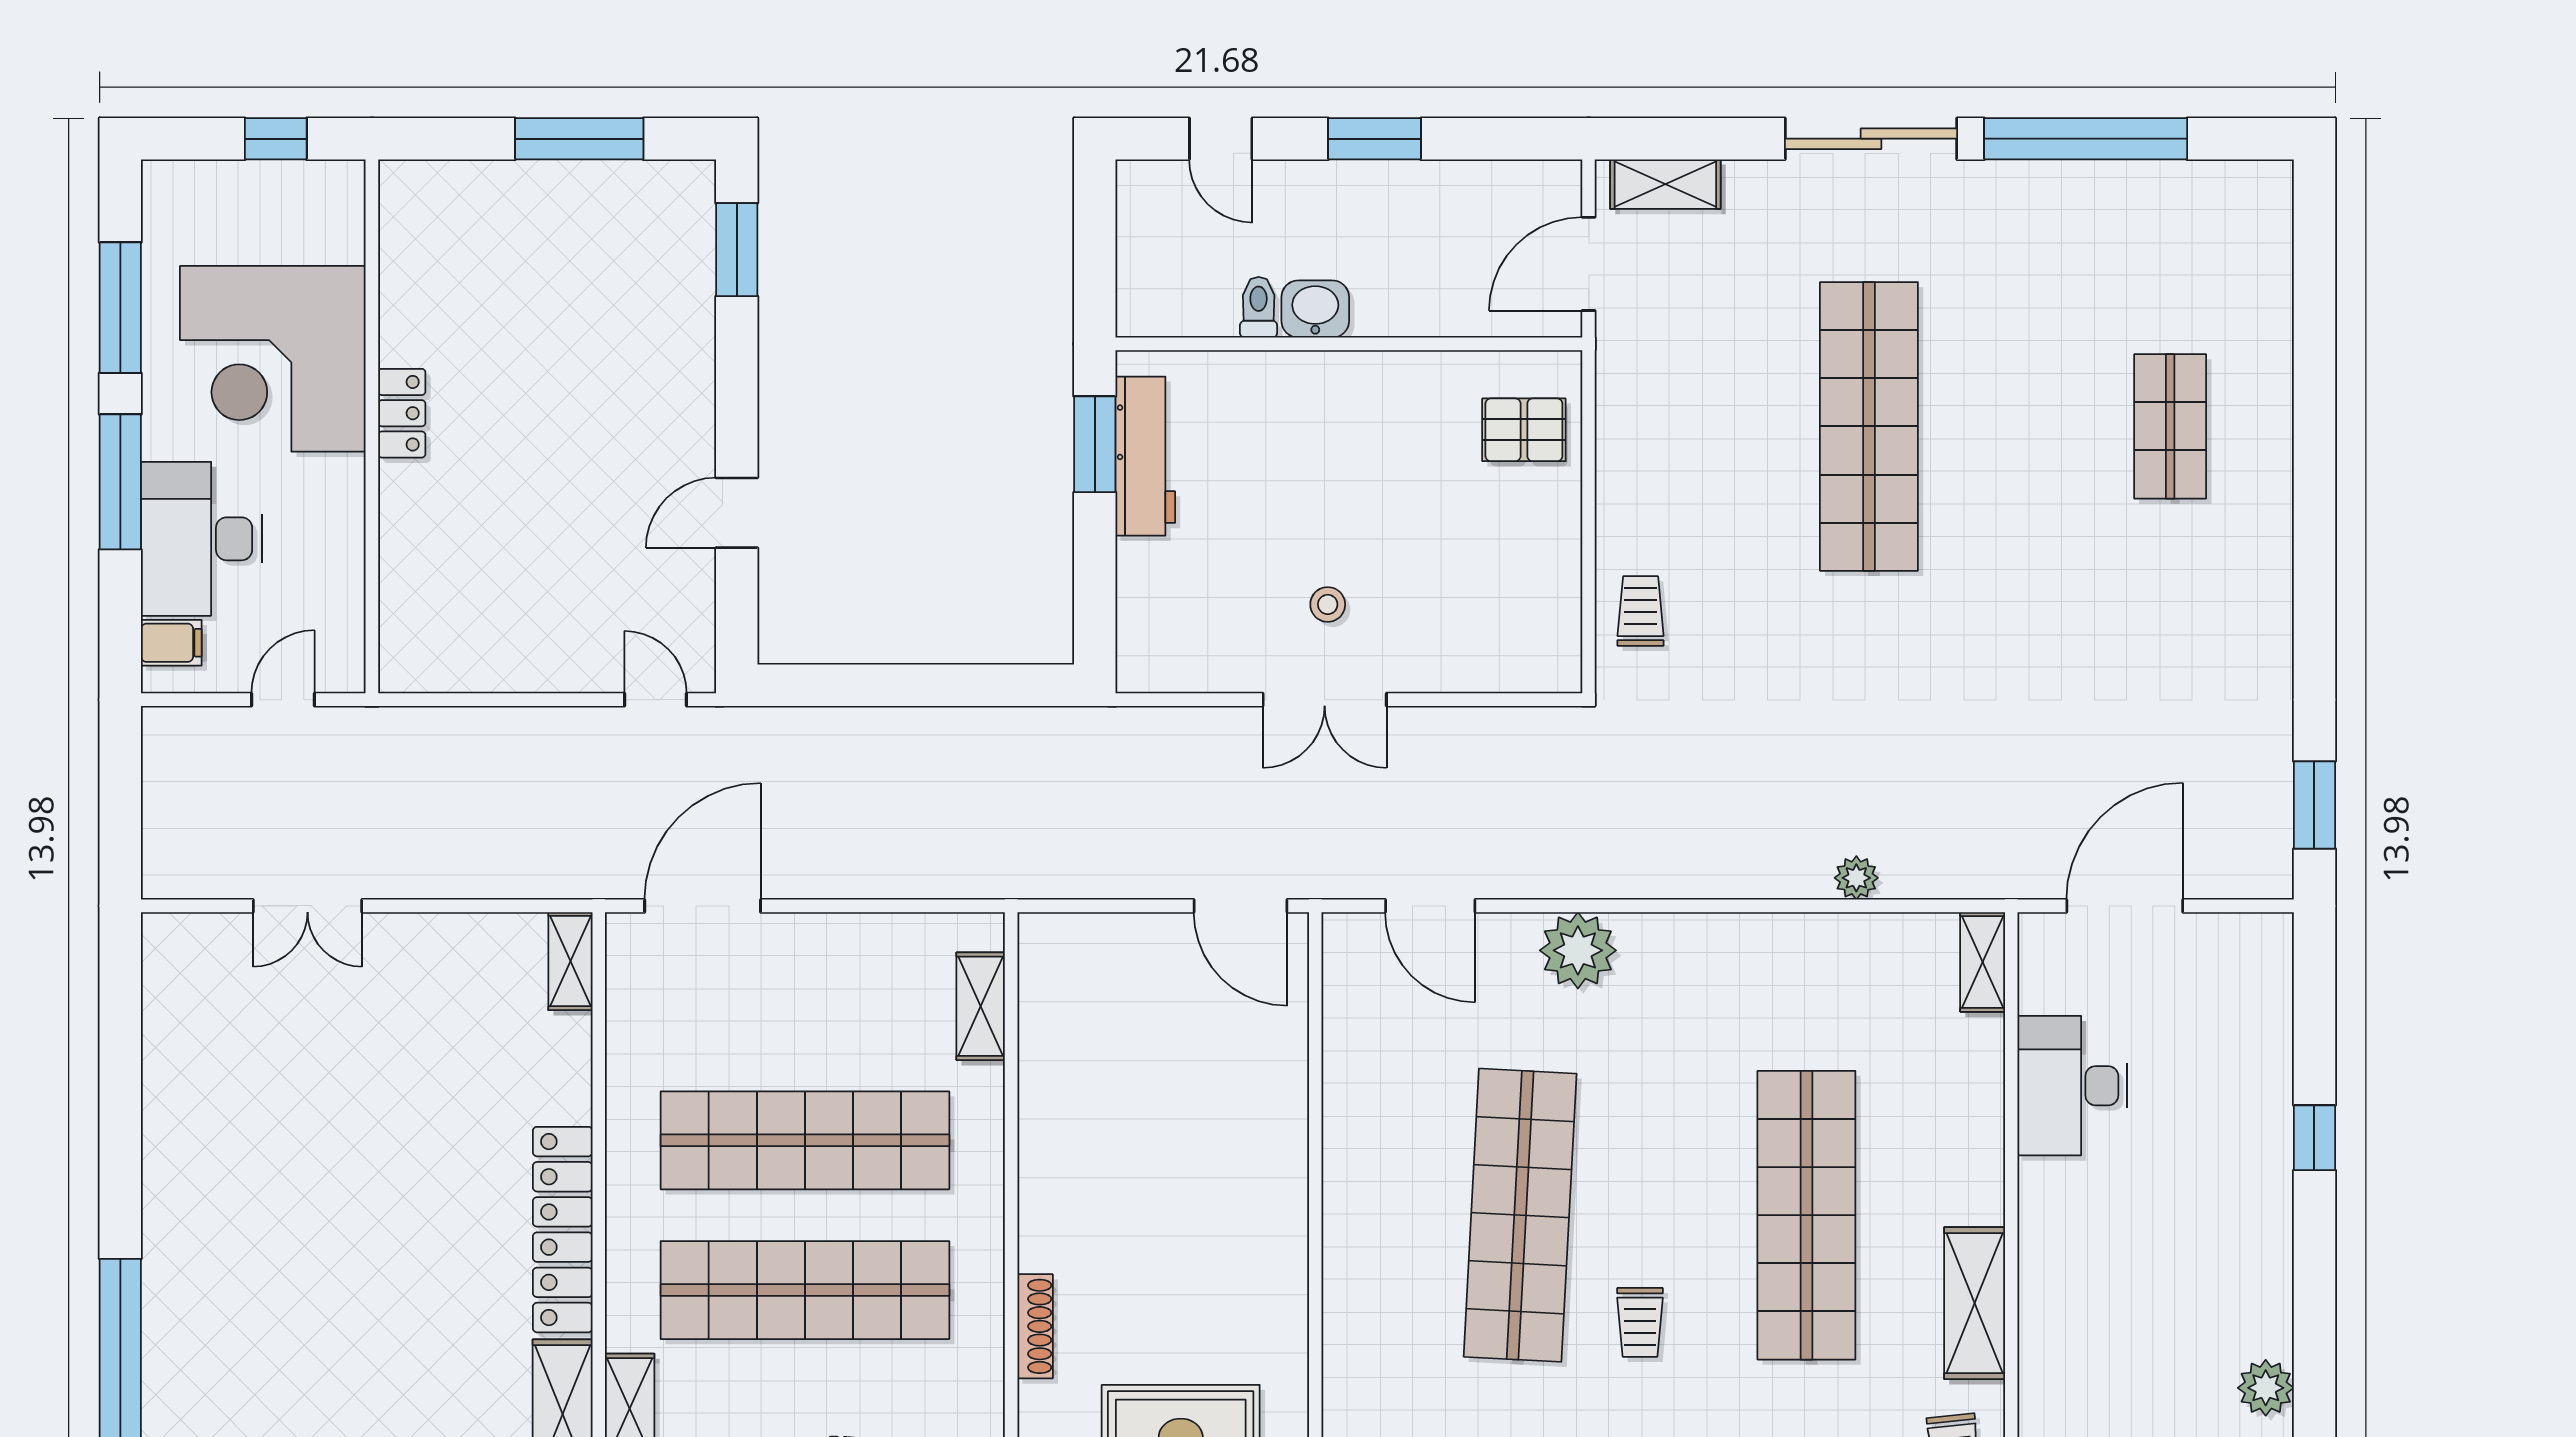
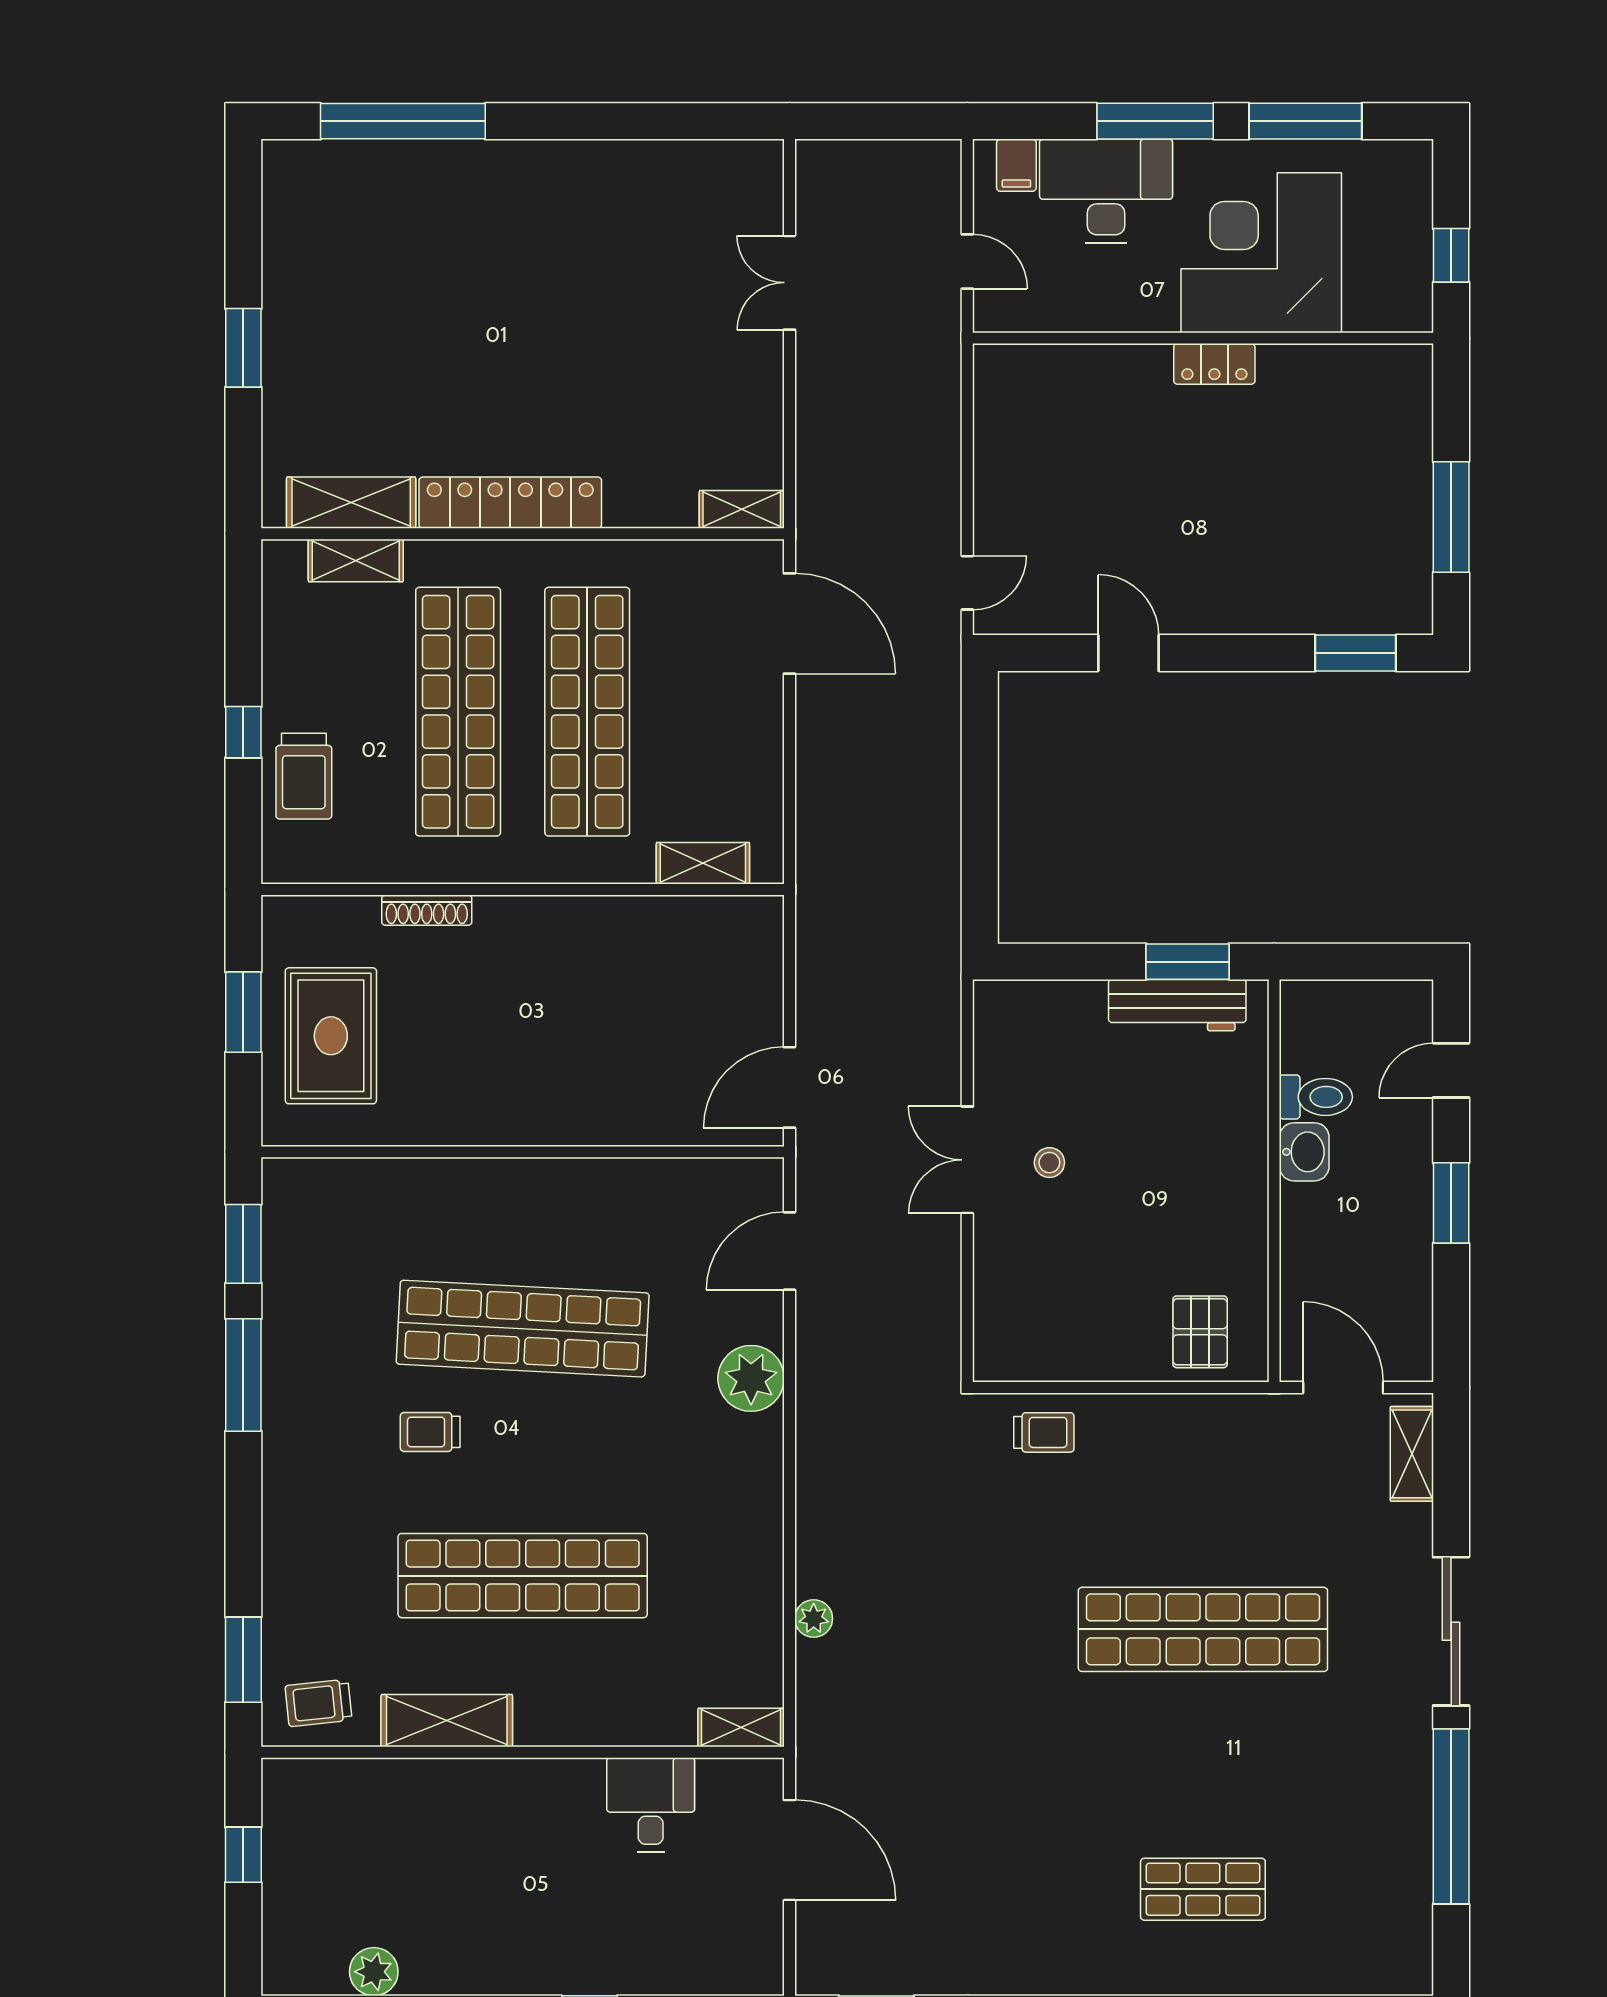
toilet: (1259, 307) -> (1316, 1097), width x1.37, depth x1.39
desk: (2072, 1086) -> (651, 1805), width x0.73

